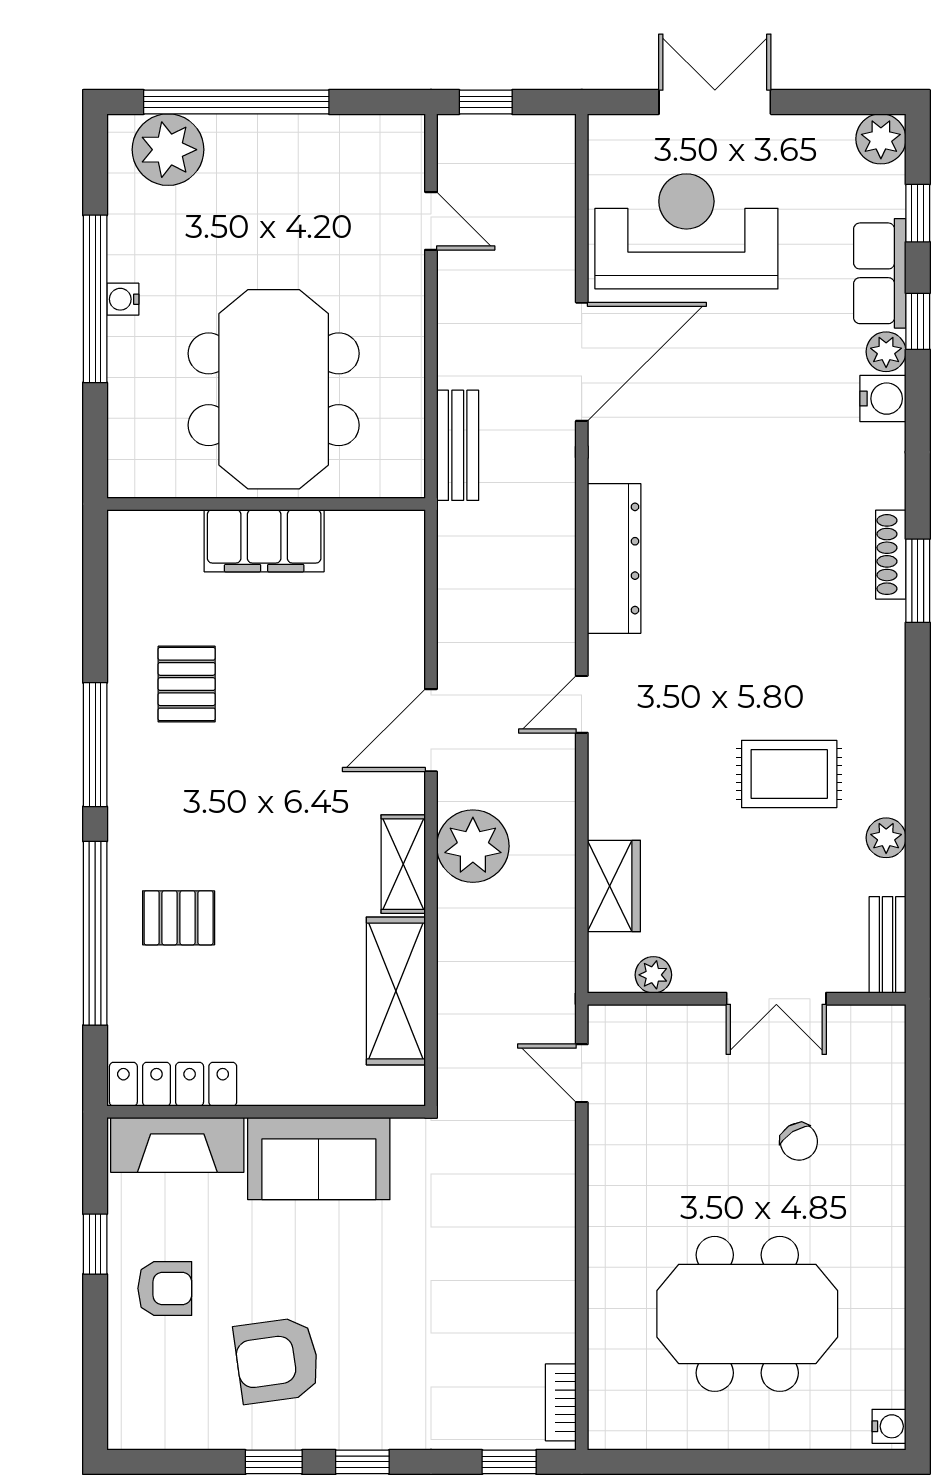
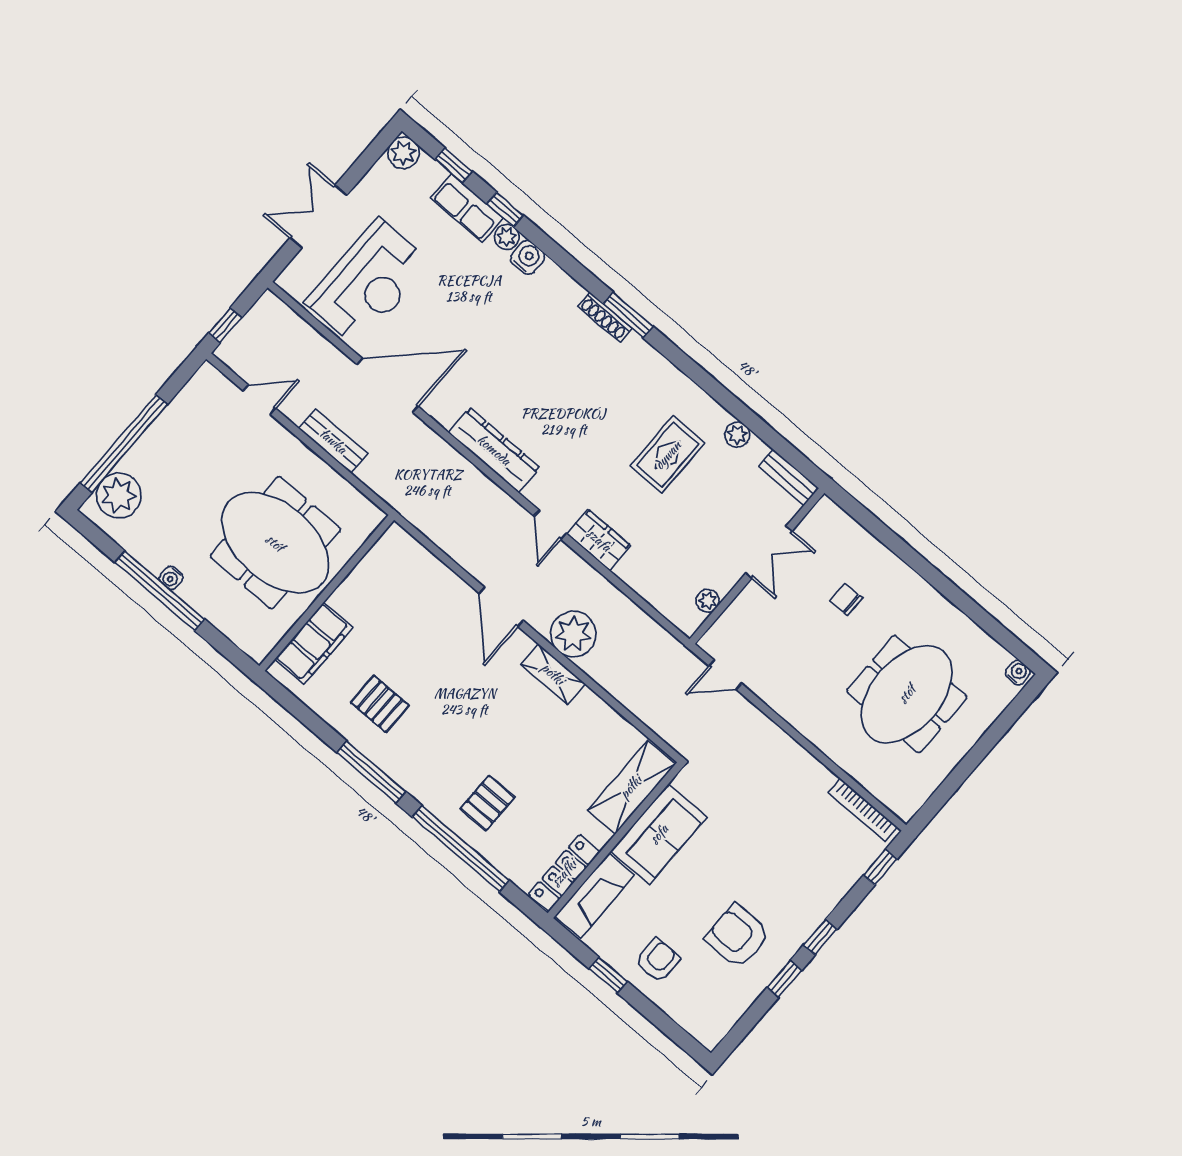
reception desk: (686, 231) -> (368, 283), turned 180
door: (582, 362) -> (388, 385), hinge flipped
bench: (458, 445) -> (333, 441), moved
filing cabinet: (264, 541) -> (314, 643), moved
wardrobe: (614, 886) -> (599, 540), moved
shelving: (396, 991) -> (631, 787), moved, turned 90
chair: (799, 1142) -> (846, 599), turned -148
armchair: (277, 1360) -> (738, 936), turned 98
bookcase: (561, 1402) -> (863, 810), width x1.56

